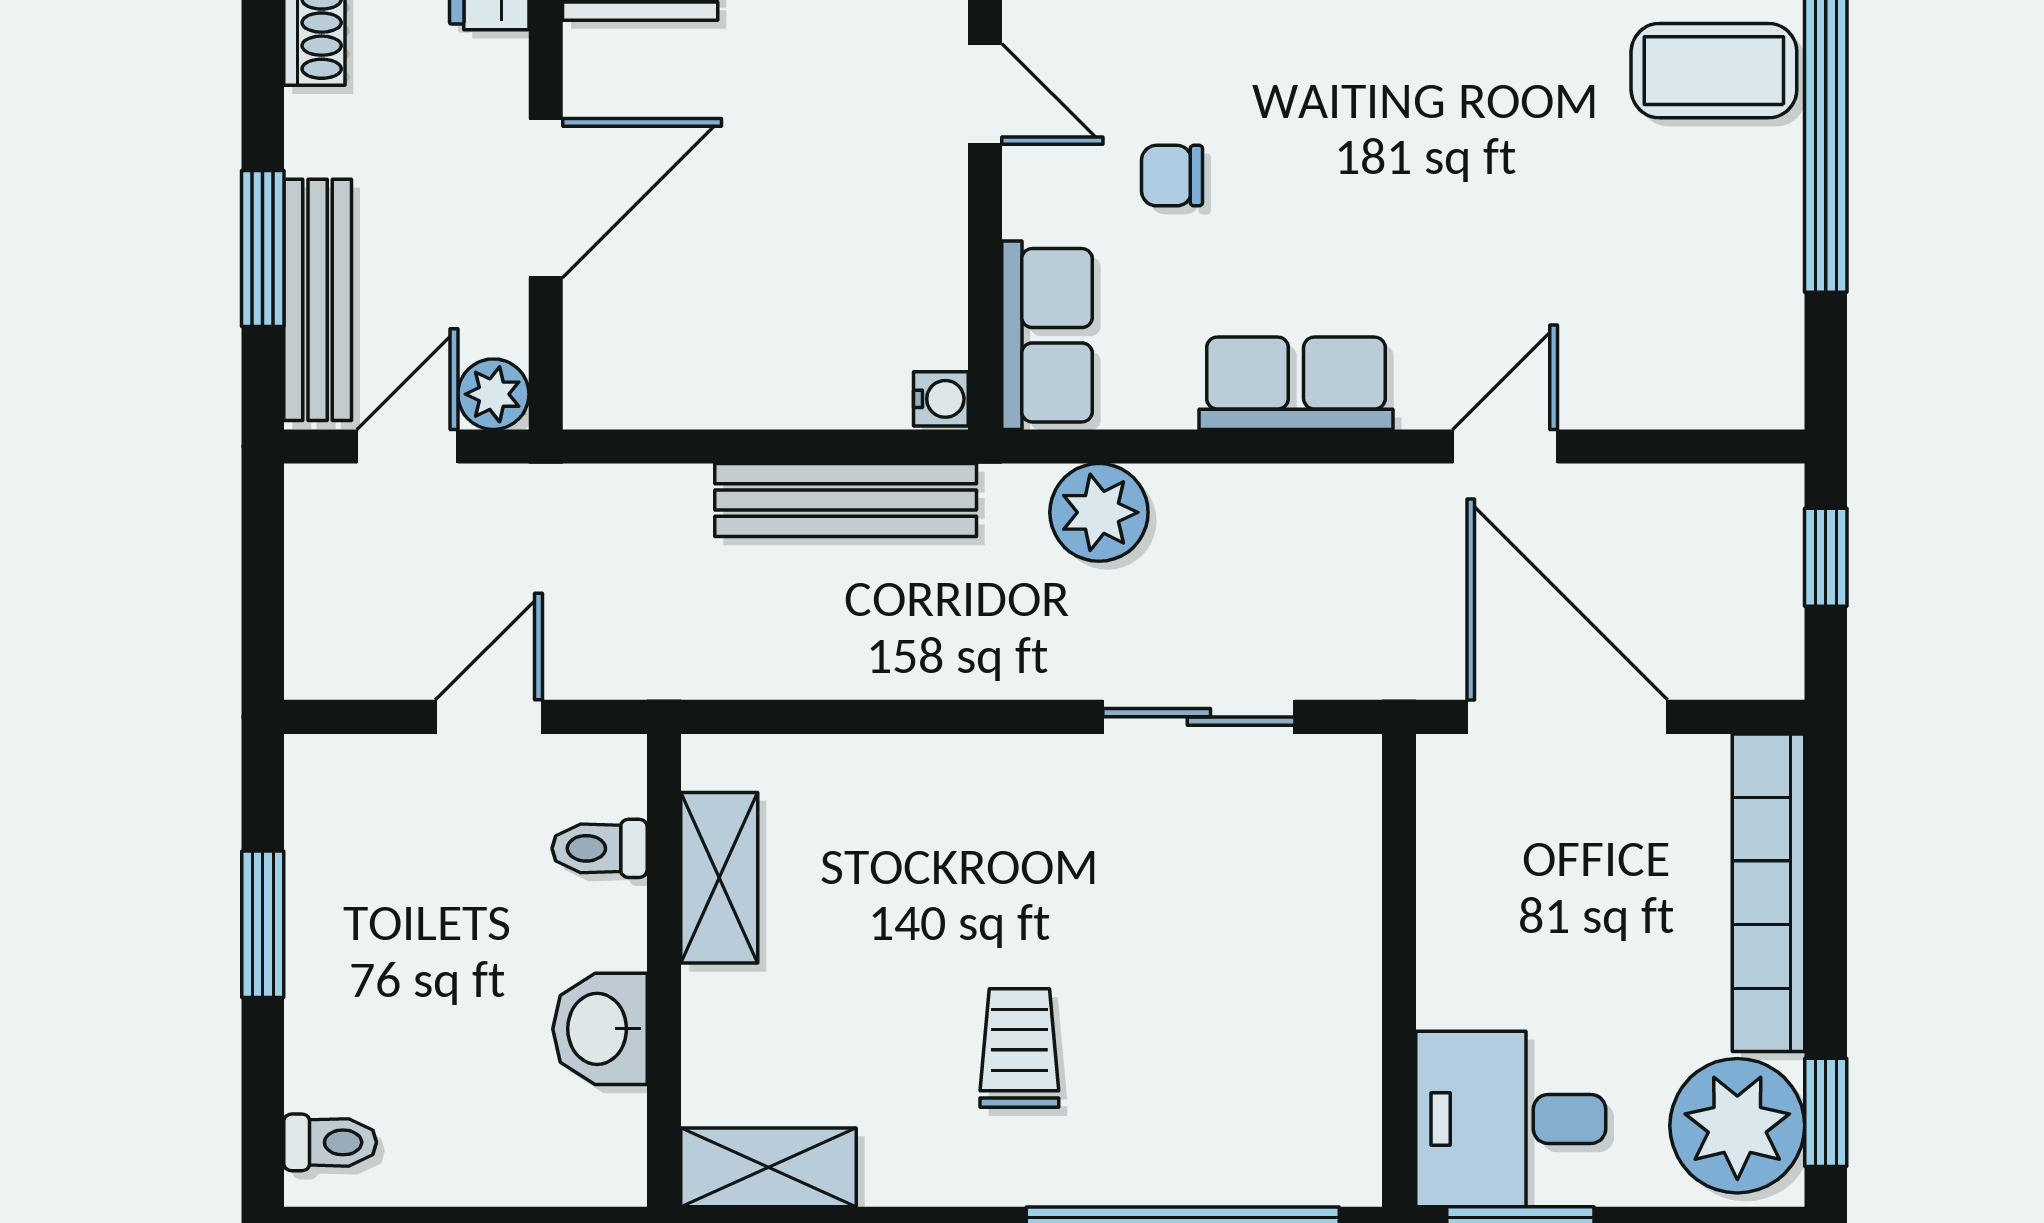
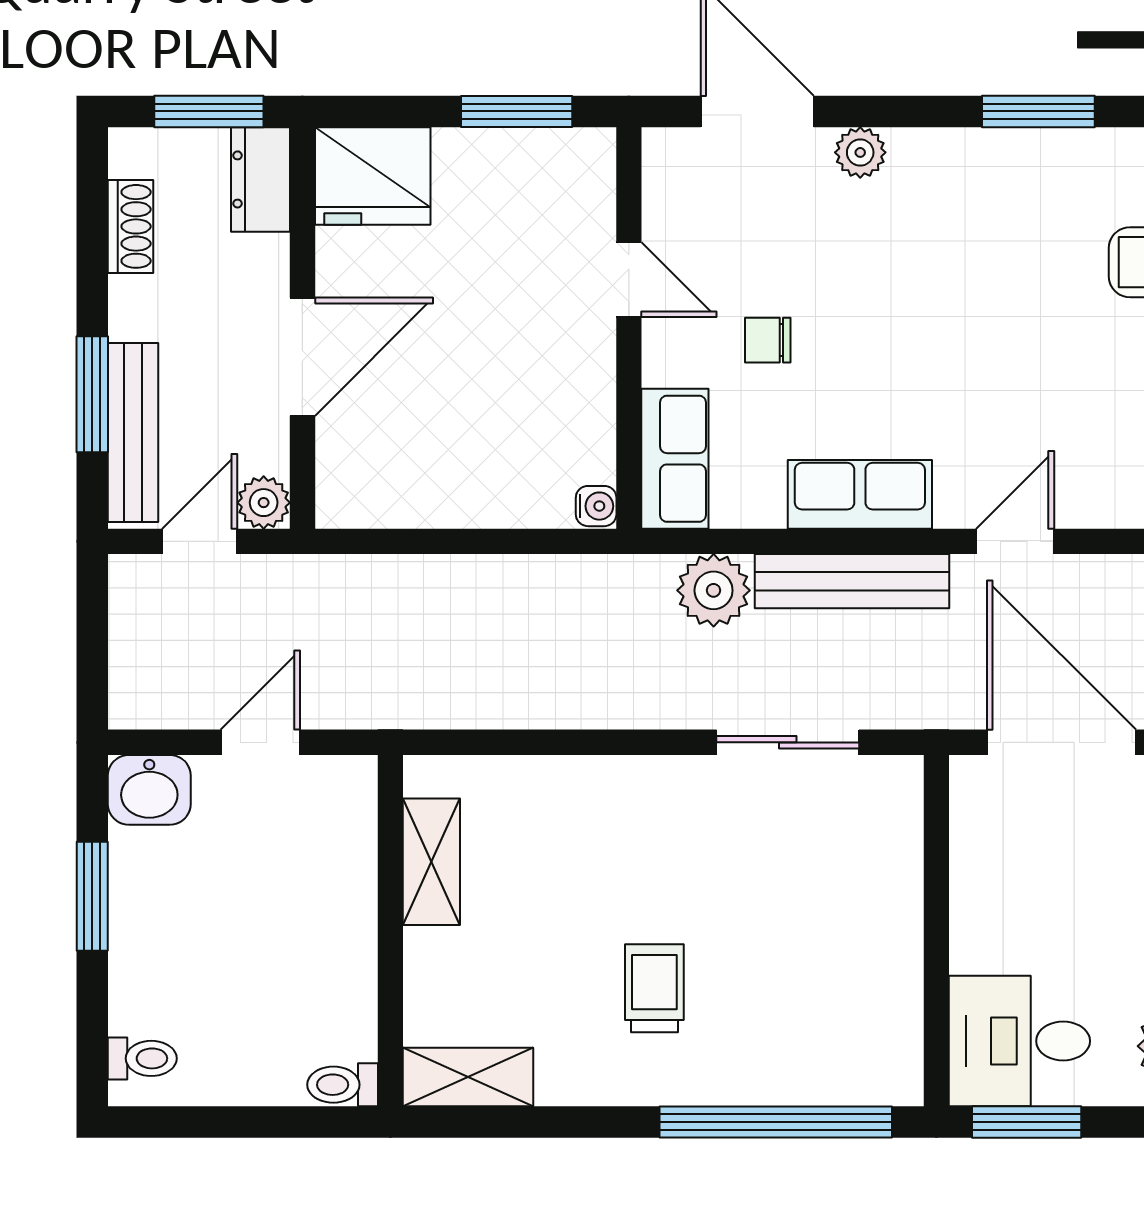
bench: (846, 500) -> (852, 581), moved
toilet: (600, 848) -> (343, 1085), moved
washbasin: (600, 1029) -> (149, 790), moved, turned -90

